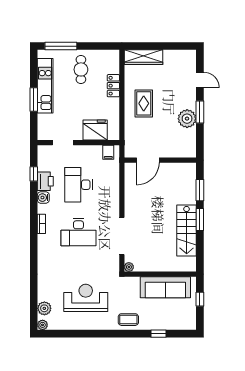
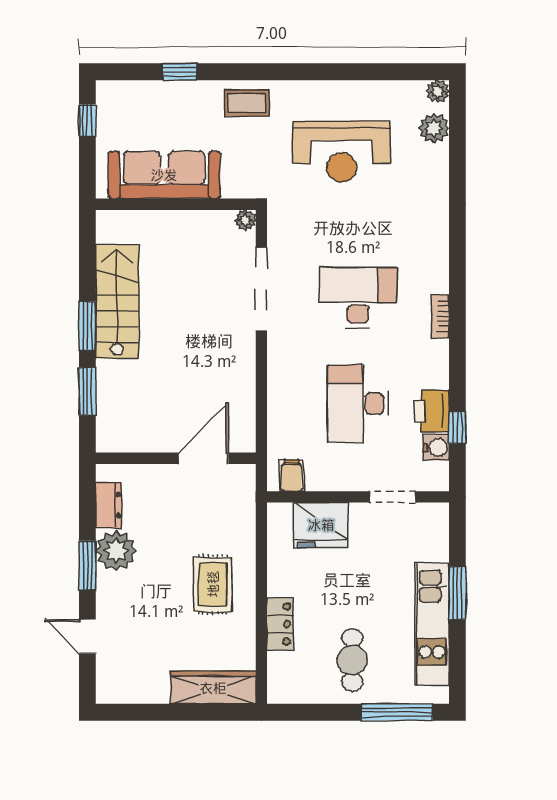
dresser: (190, 139) -> (109, 505), added
desk: (78, 185) -> (358, 403), turned 180
water cooler: (43, 198) -> (436, 447), moved
window: (200, 299) -> (87, 120), moved

